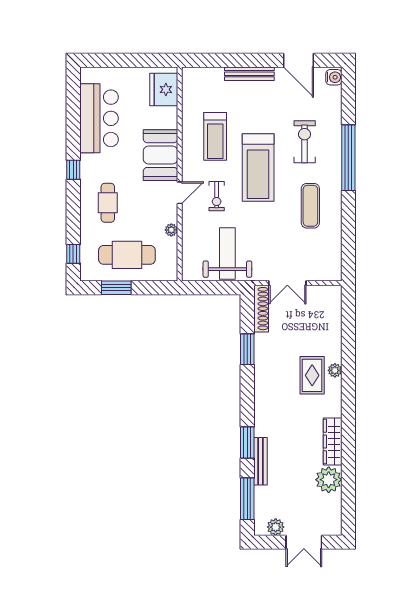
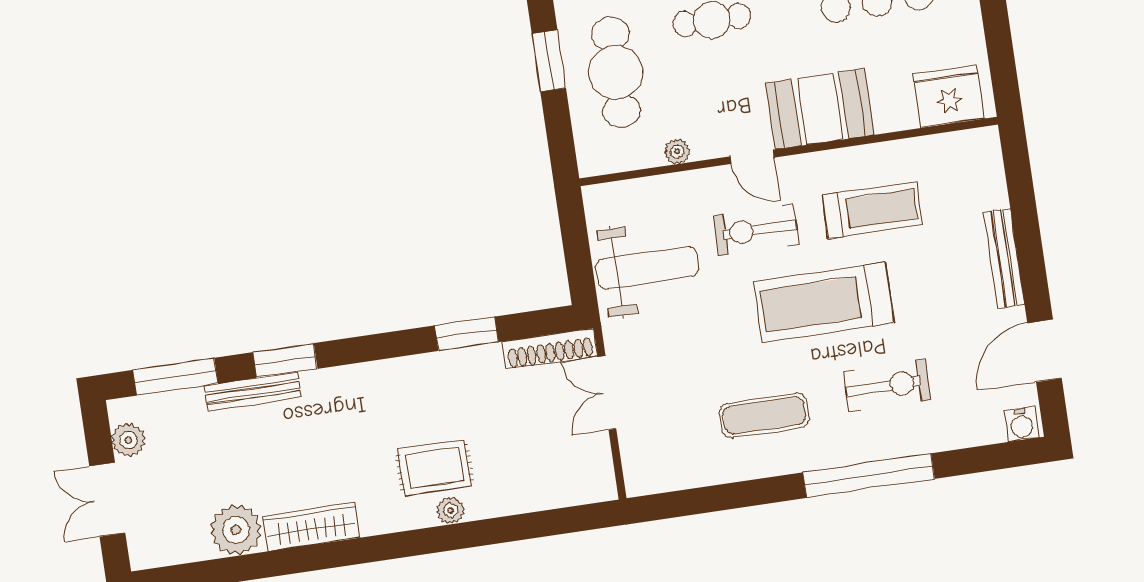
treadmill: (215, 136) -> (872, 210), turned 180
exercise bike: (217, 196) -> (756, 230), width x1.38, depth x1.39

